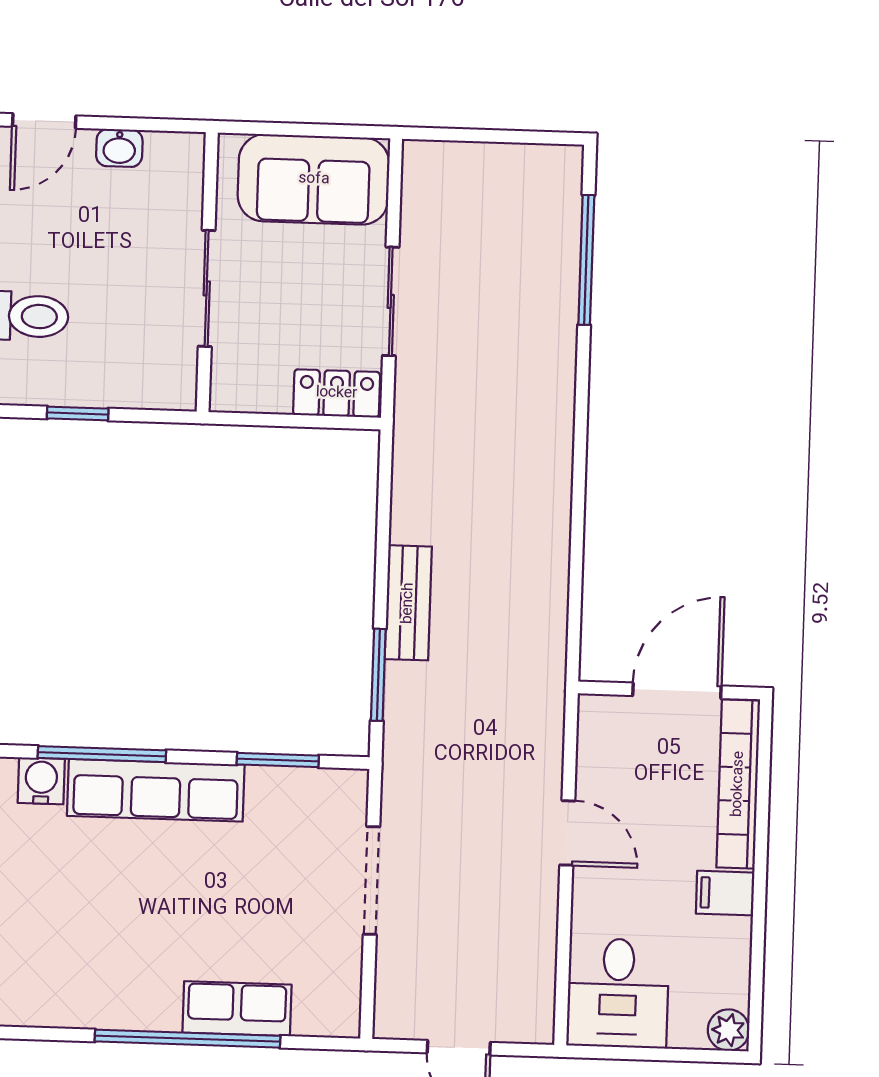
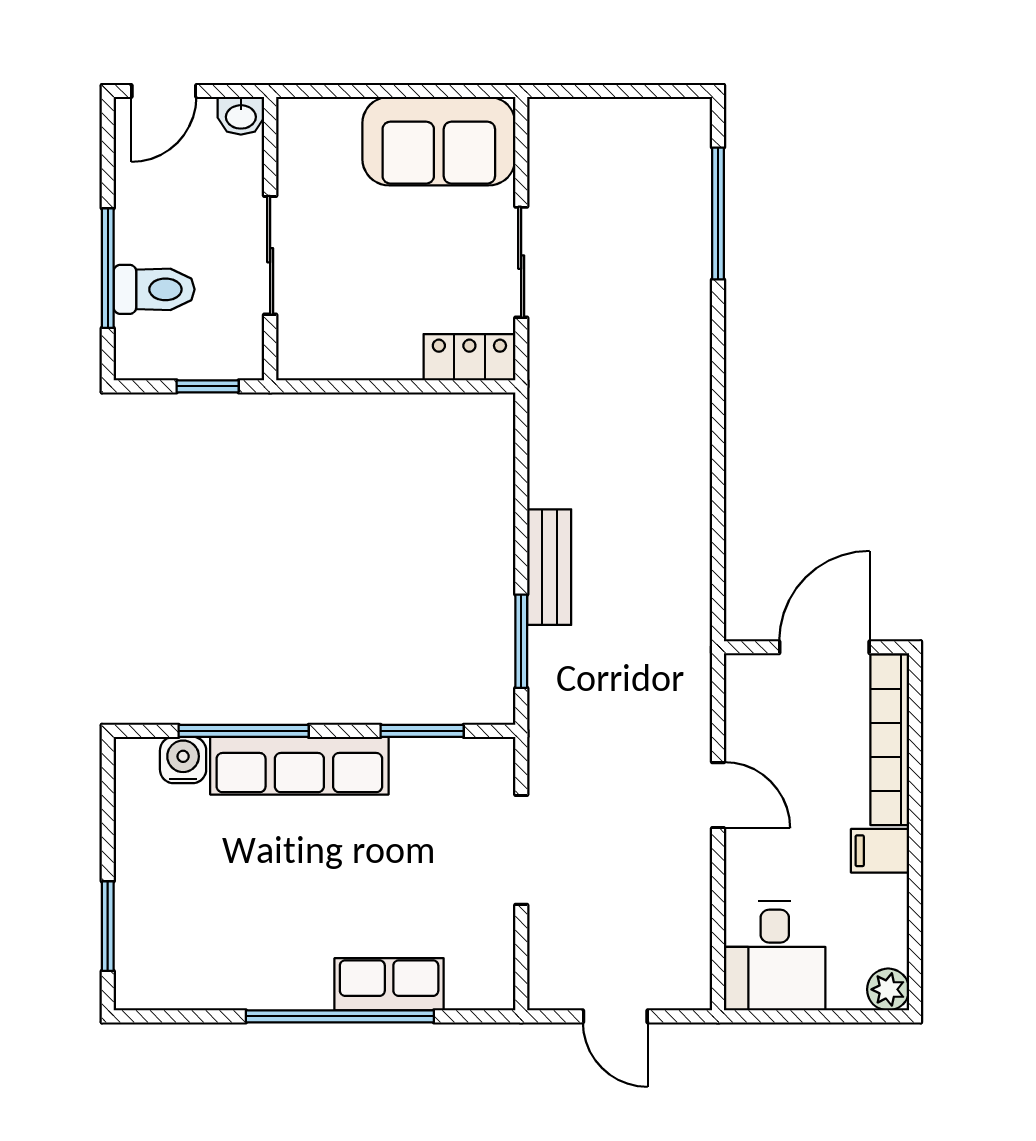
wall: (207, 272) -> (270, 239), moved
sliding door: (207, 288) -> (270, 255), moved

